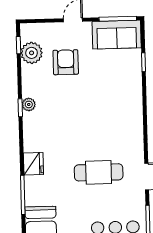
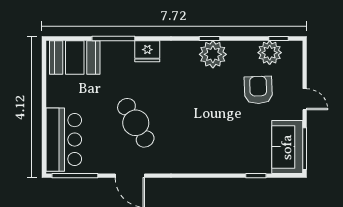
armchair: (66, 62) -> (258, 90), turned -92
plant: (29, 104) -> (213, 54), width x1.87, depth x1.87
cafe table: (99, 172) -> (136, 123), turned -30

